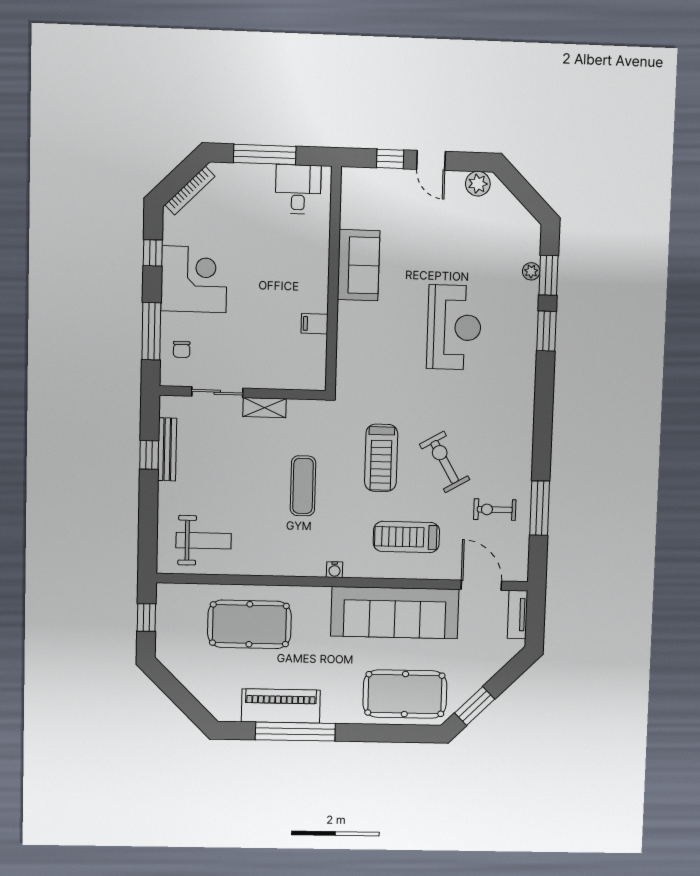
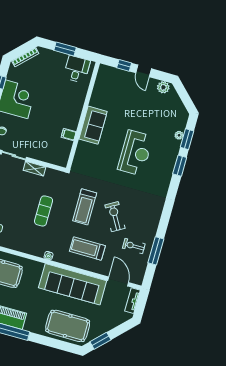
window: (265, 154) -> (65, 49), width x0.69
sofa: (359, 265) -> (93, 125), moved

